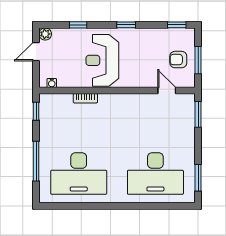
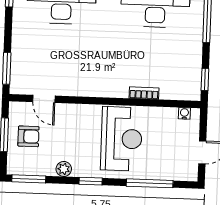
window: (78, 25) -> (150, 183), width x2.17
window: (177, 25) -> (29, 179), width x1.50
plant: (45, 34) -> (64, 169), moved

